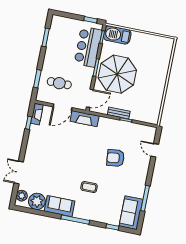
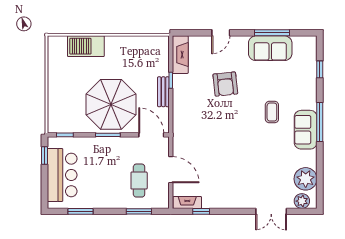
barbecue: (117, 35) -> (86, 46), moved, turned 90
bar counter: (88, 47) -> (62, 175), moved, turned -90
fireplace: (85, 119) -> (180, 55), moved
door: (155, 150) -> (221, 33), moved
sofa: (60, 206) -> (306, 130), moved
sofa: (131, 213) -> (270, 48), moved

